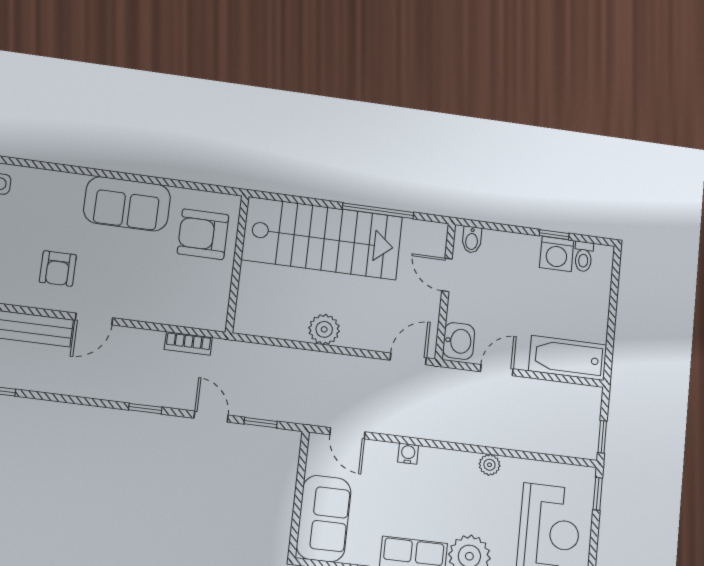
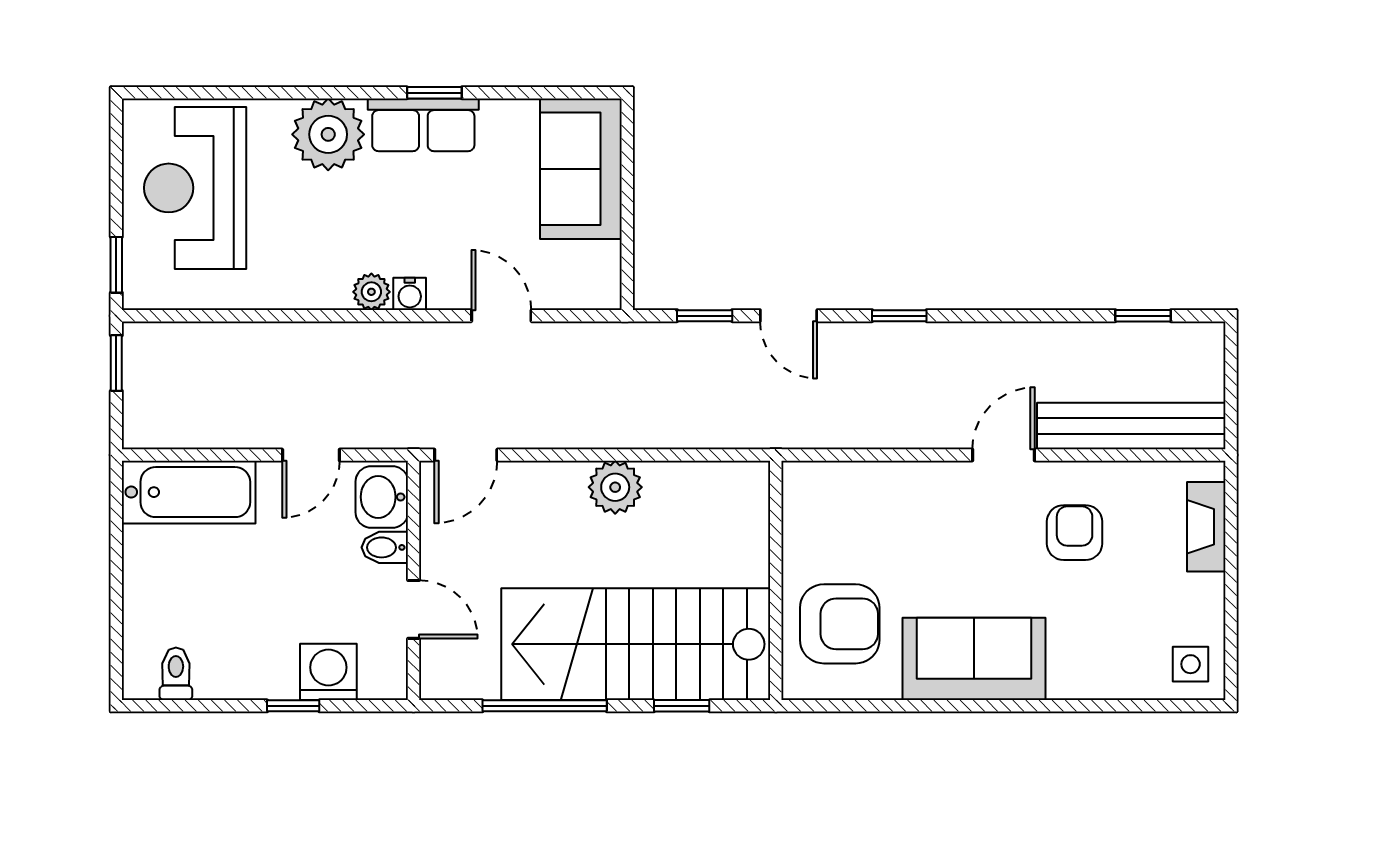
window: (300, 200) -> (682, 706), added
window: (554, 235) -> (293, 706), moved
bidet: (472, 240) -> (385, 547), moved, turned -90
washing machine: (557, 254) -> (328, 672), moved
bookcase: (188, 343) -> (842, 434), removed
door: (347, 433) -> (501, 316), moved
water cooler: (408, 454) -> (410, 294), moved
plant: (489, 465) -> (371, 292), moved

